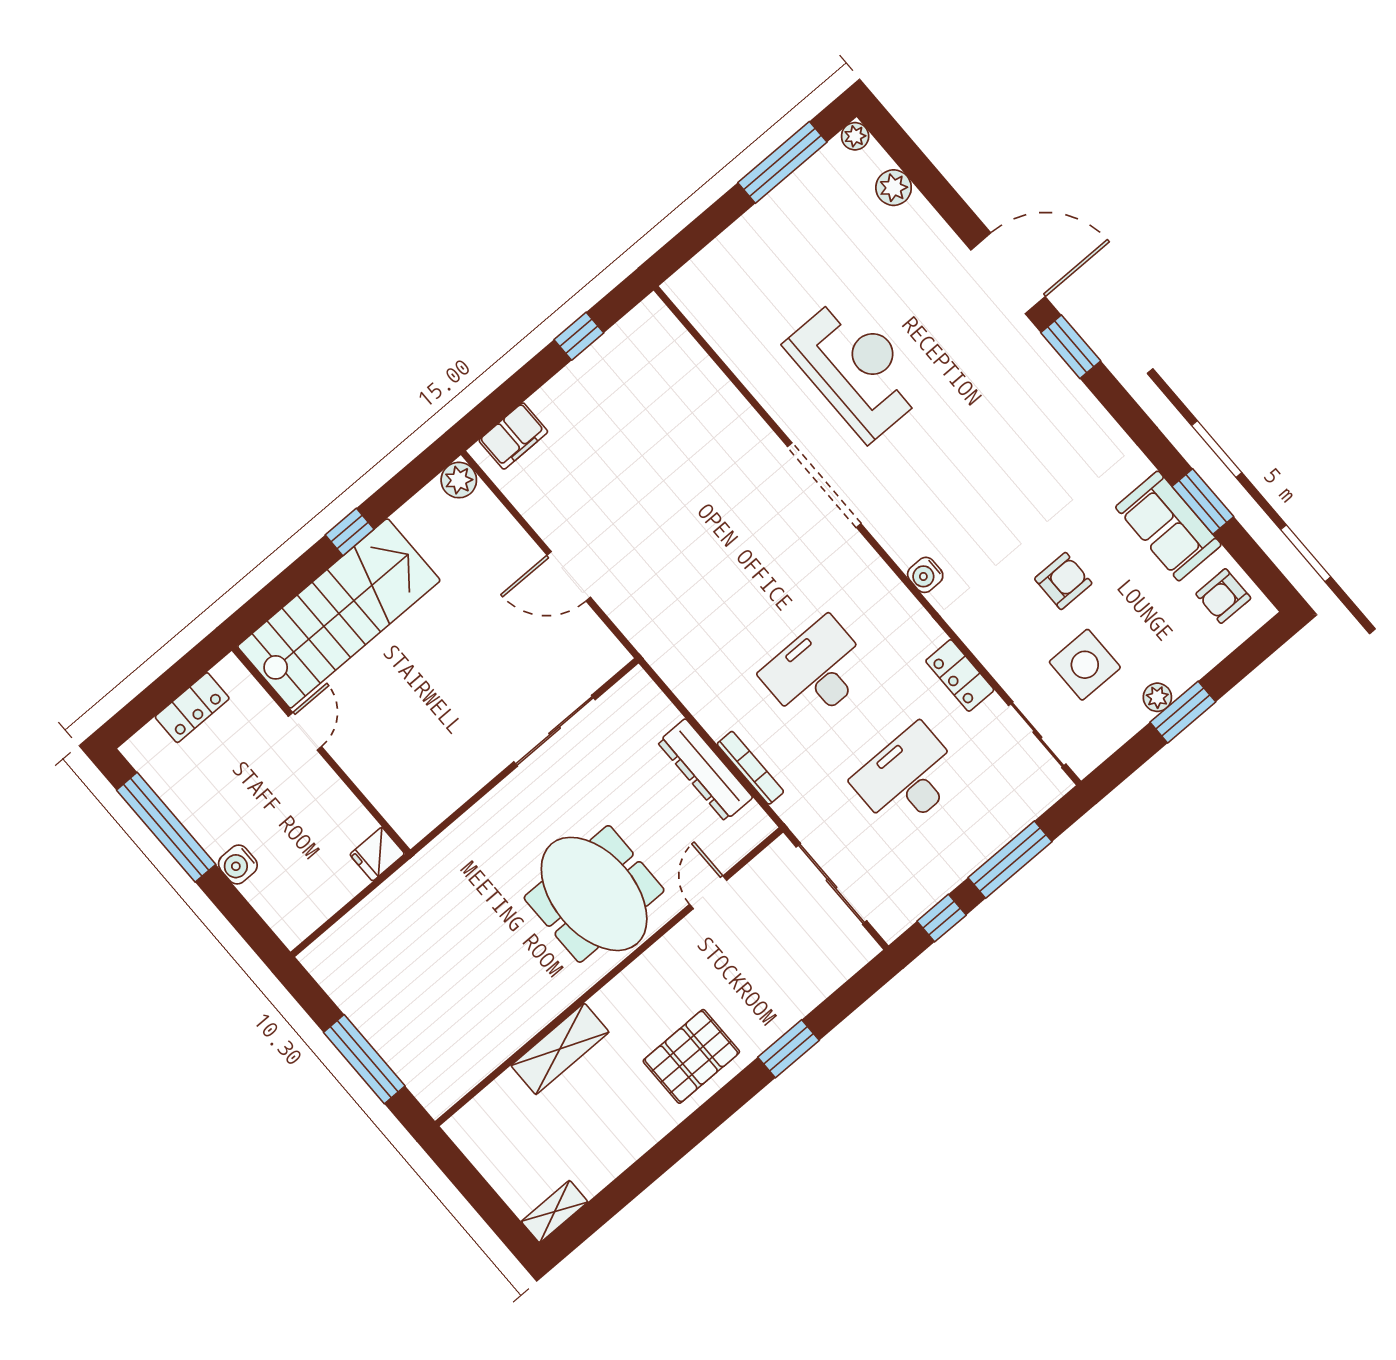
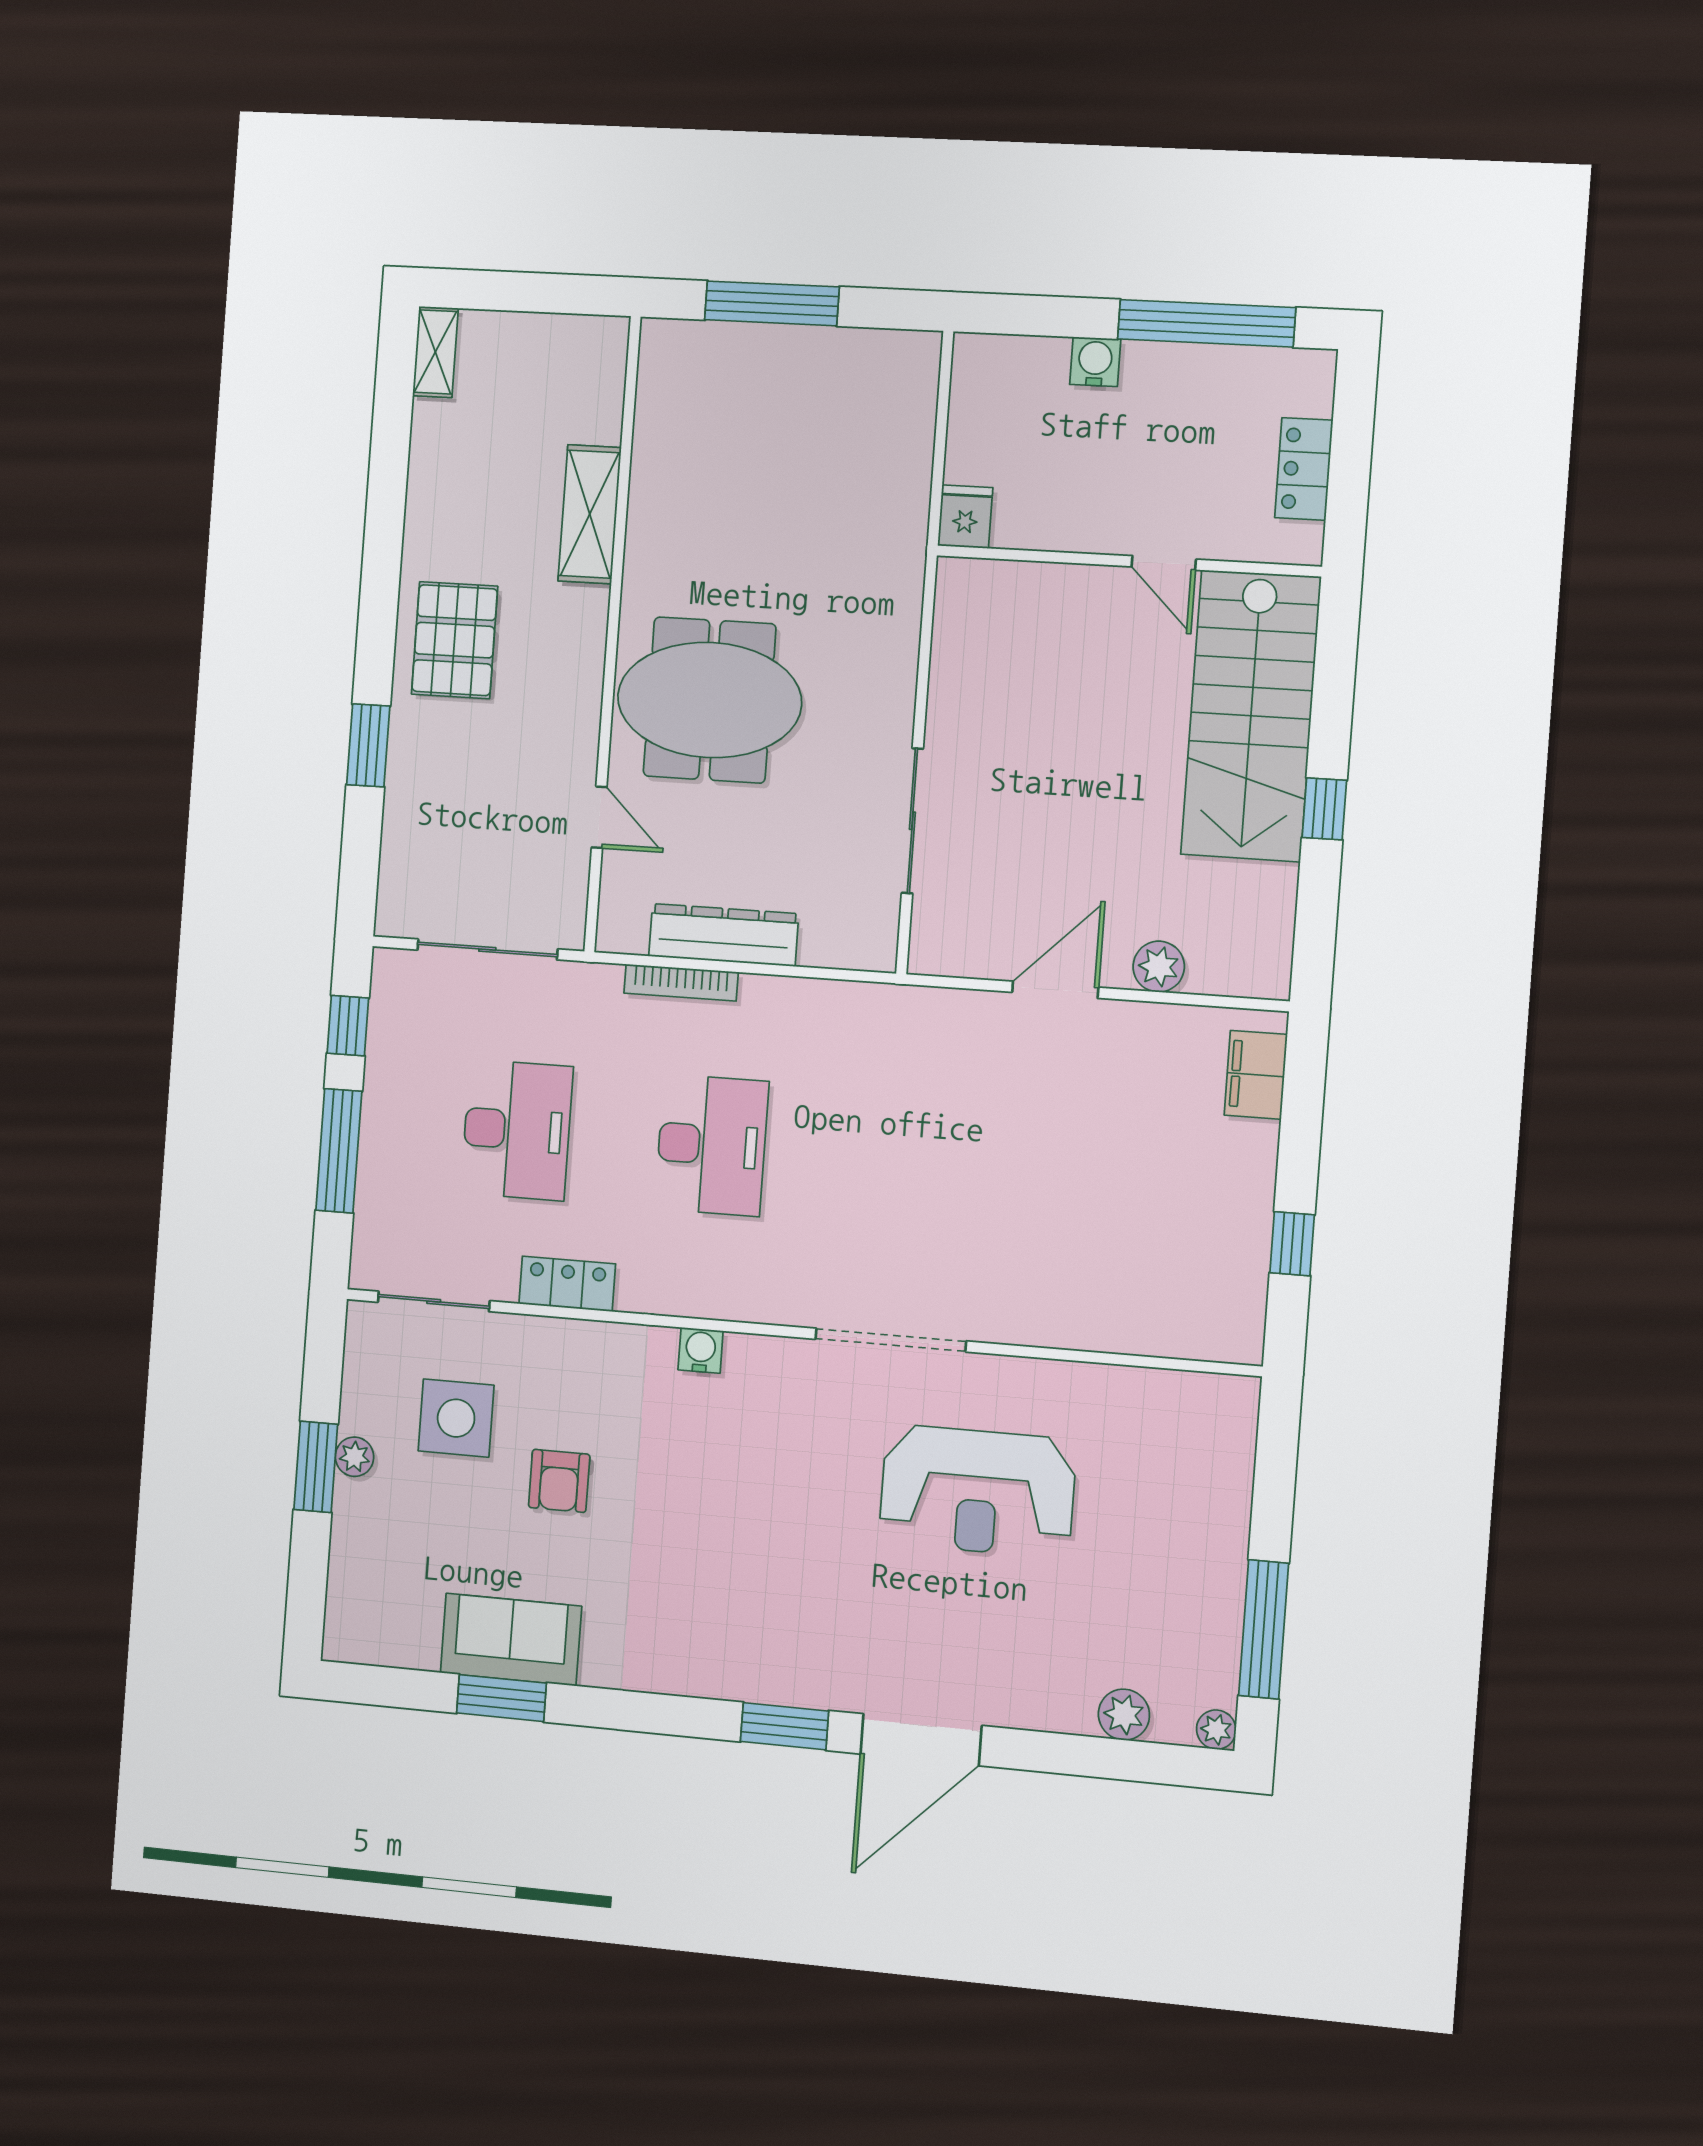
plant: (459, 480) -> (1159, 967), moved
armchair: (1223, 596) -> (389, 1623), removed

